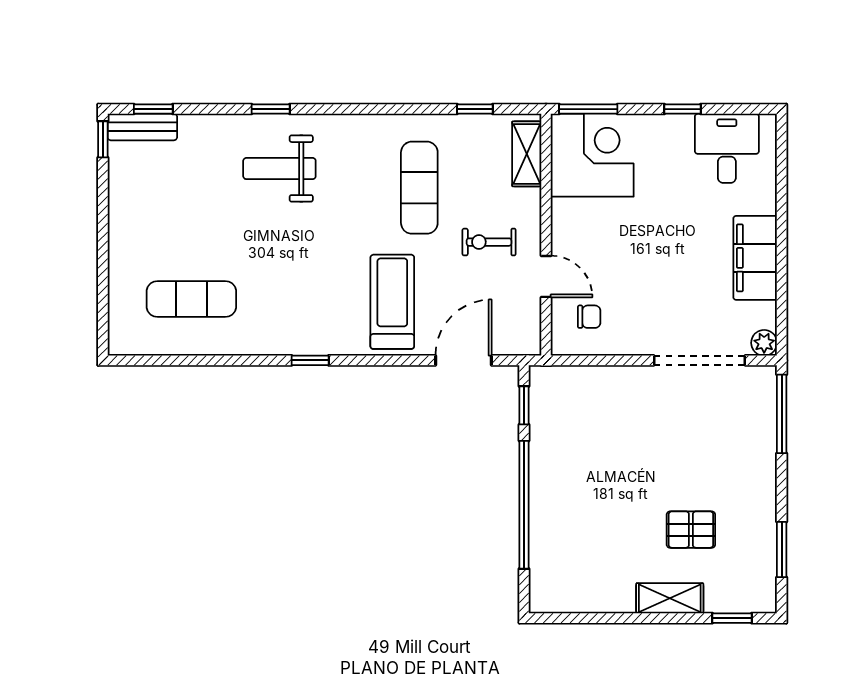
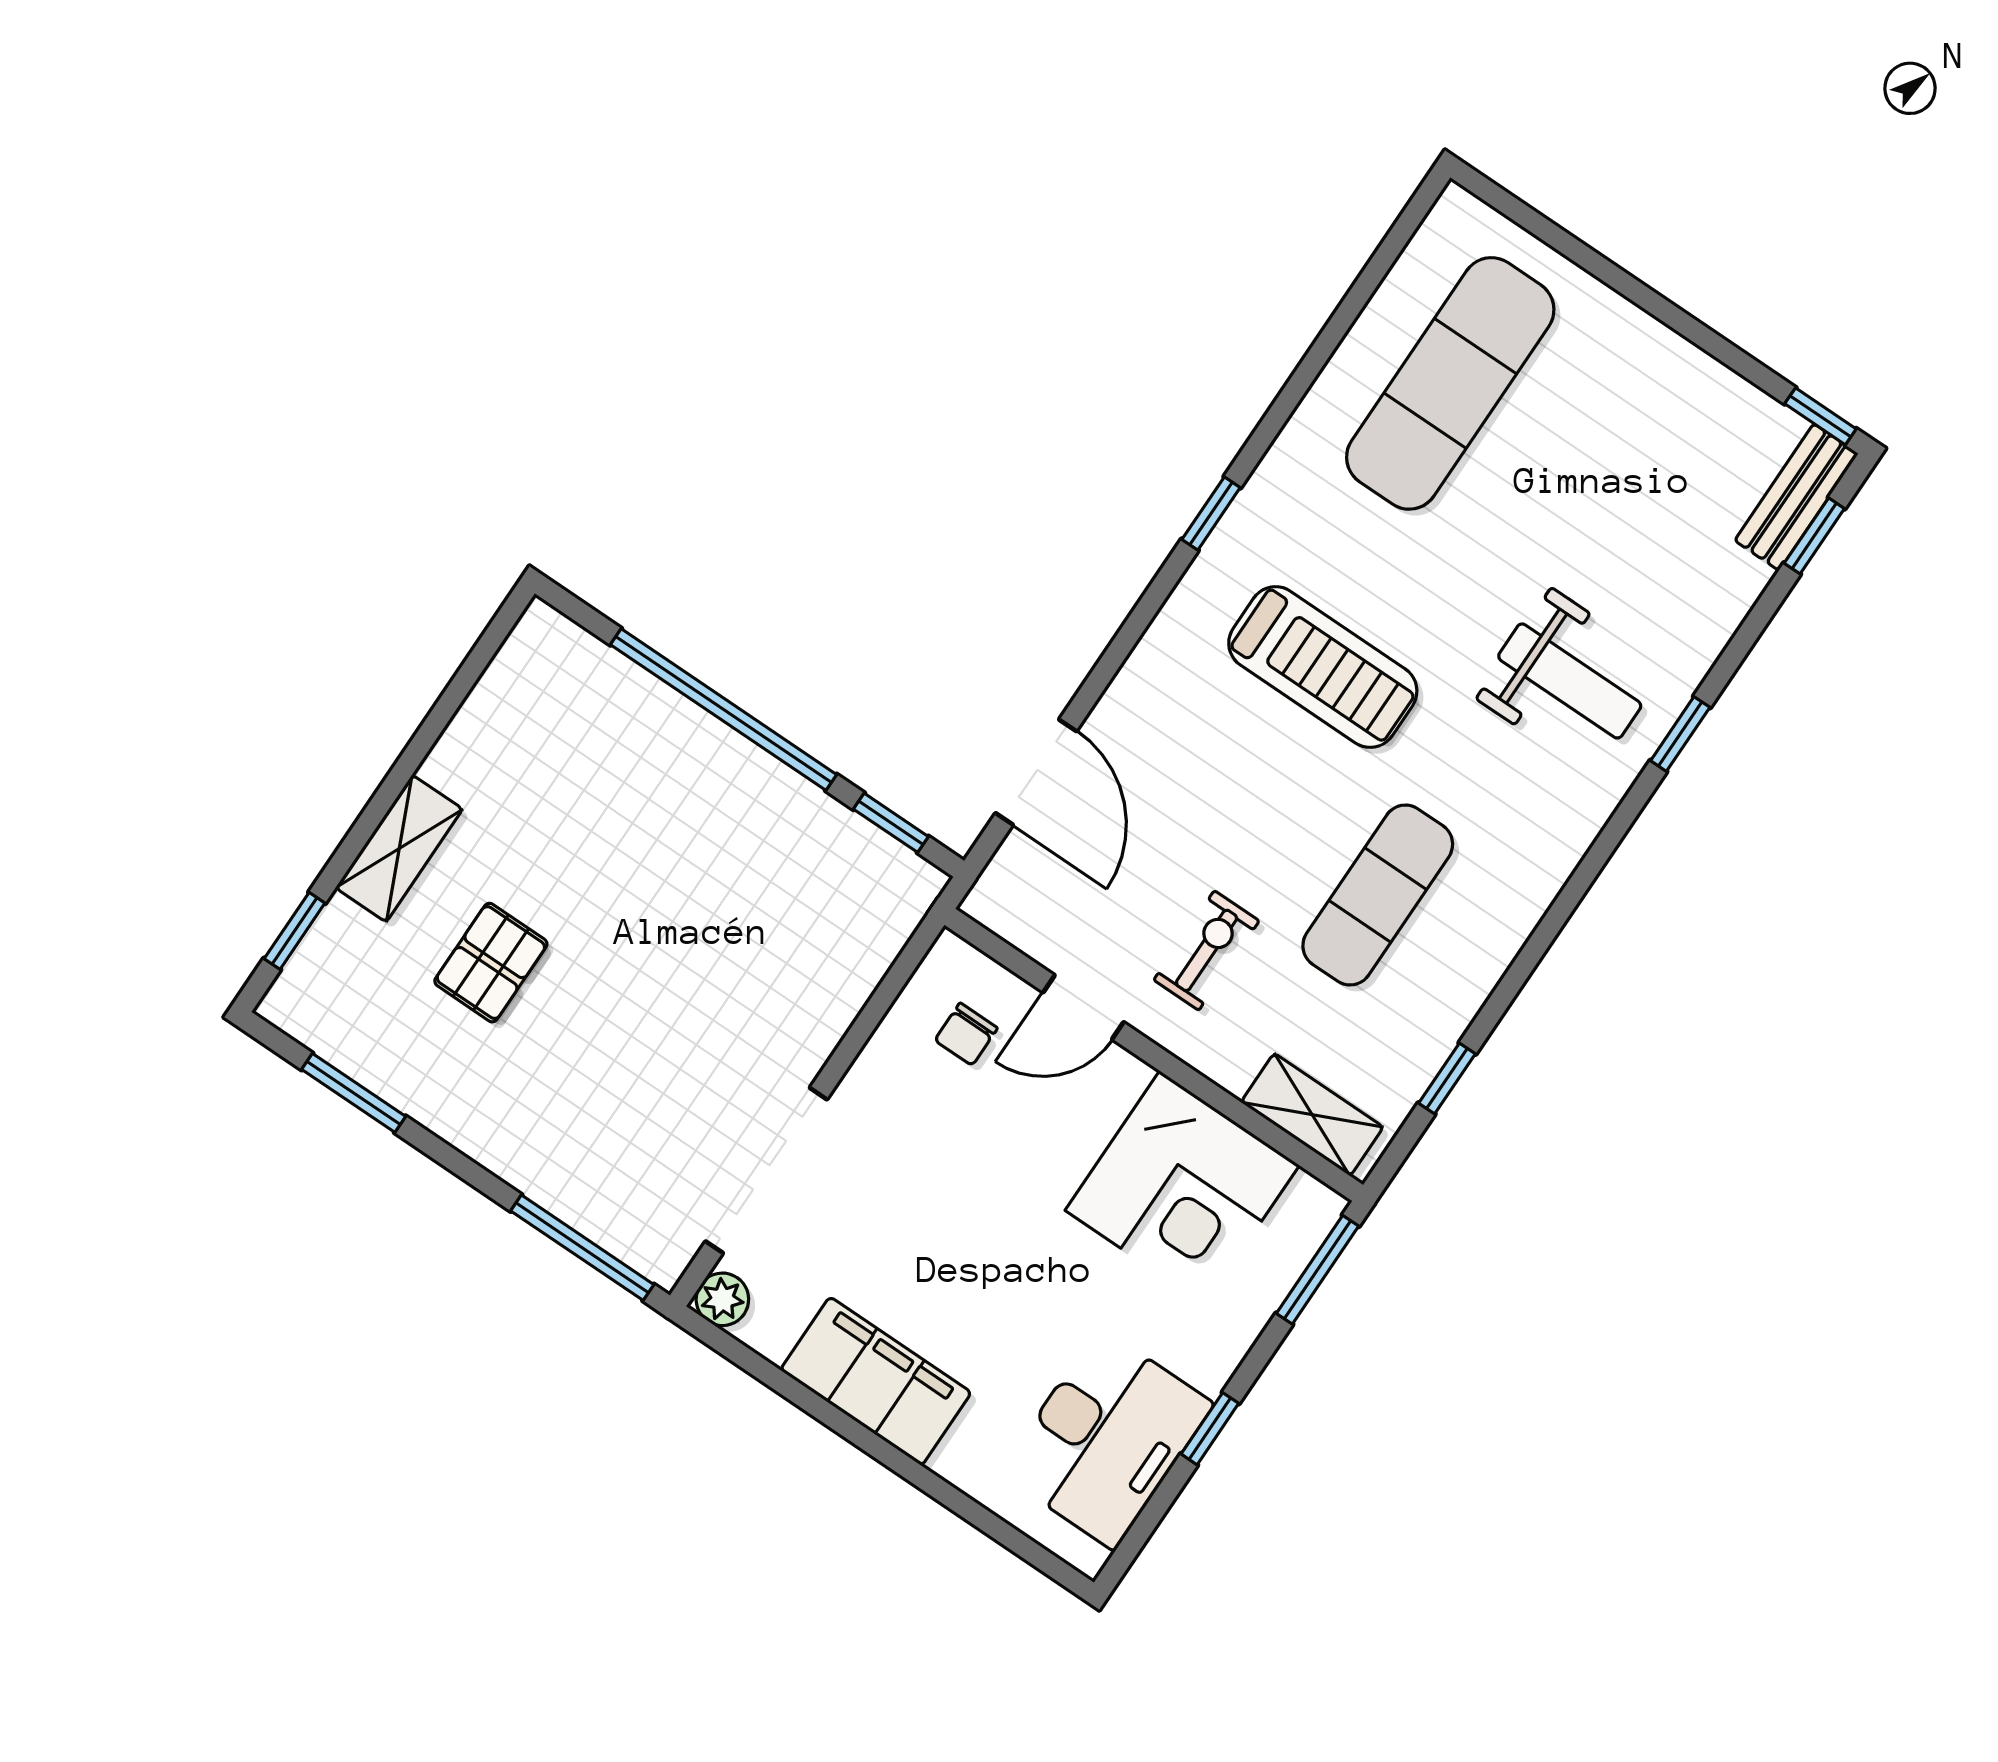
desk: (727, 148) -> (1107, 1438), width x1.37
corner desk: (592, 155) -> (1182, 1188), moved
weight bench: (279, 169) -> (1570, 681), turned 90
exercise mat: (419, 188) -> (1378, 895), turned 90
exercise mat: (191, 299) -> (1450, 383), width x1.36, depth x1.45
treadmill: (392, 302) -> (1323, 667), moved

